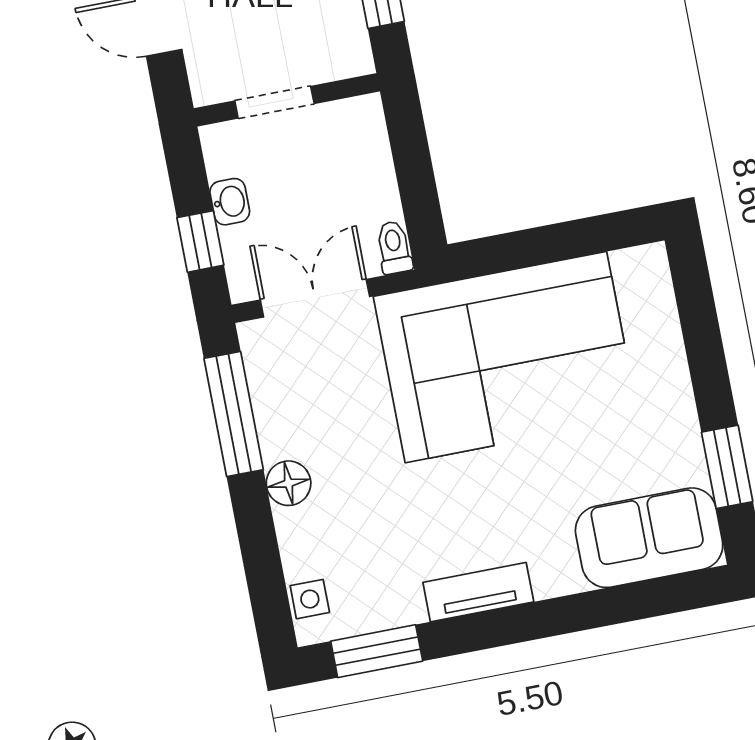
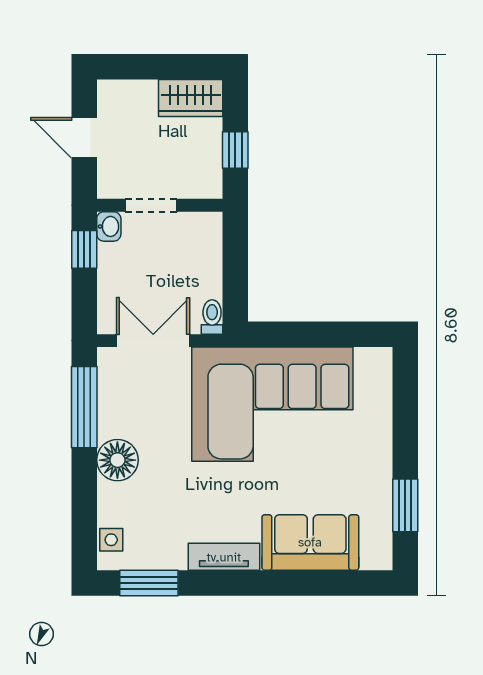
washbasin: (230, 202) -> (109, 226), moved
window: (200, 241) -> (84, 249), moved
floor lamp: (289, 483) -> (117, 460), width x1.38, depth x1.38
sofa: (649, 538) -> (310, 542), moved

